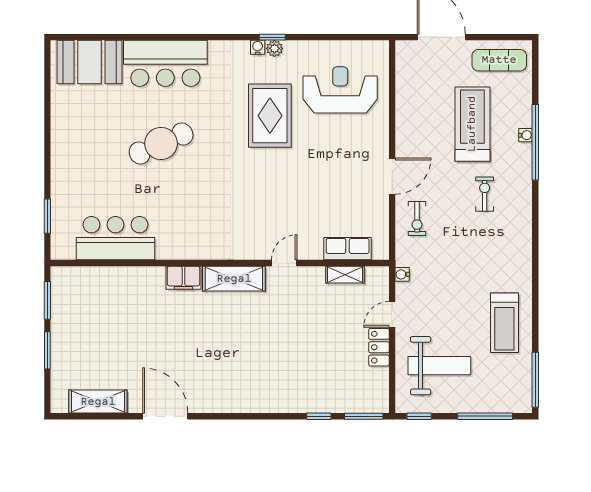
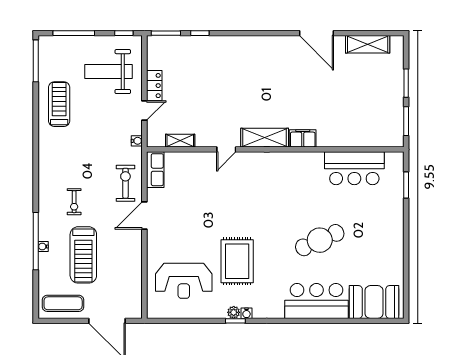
exercise bike: (417, 218) -> (125, 183), width x1.38, depth x1.39
row of seats: (348, 249) -> (155, 170), moved, turned -90

